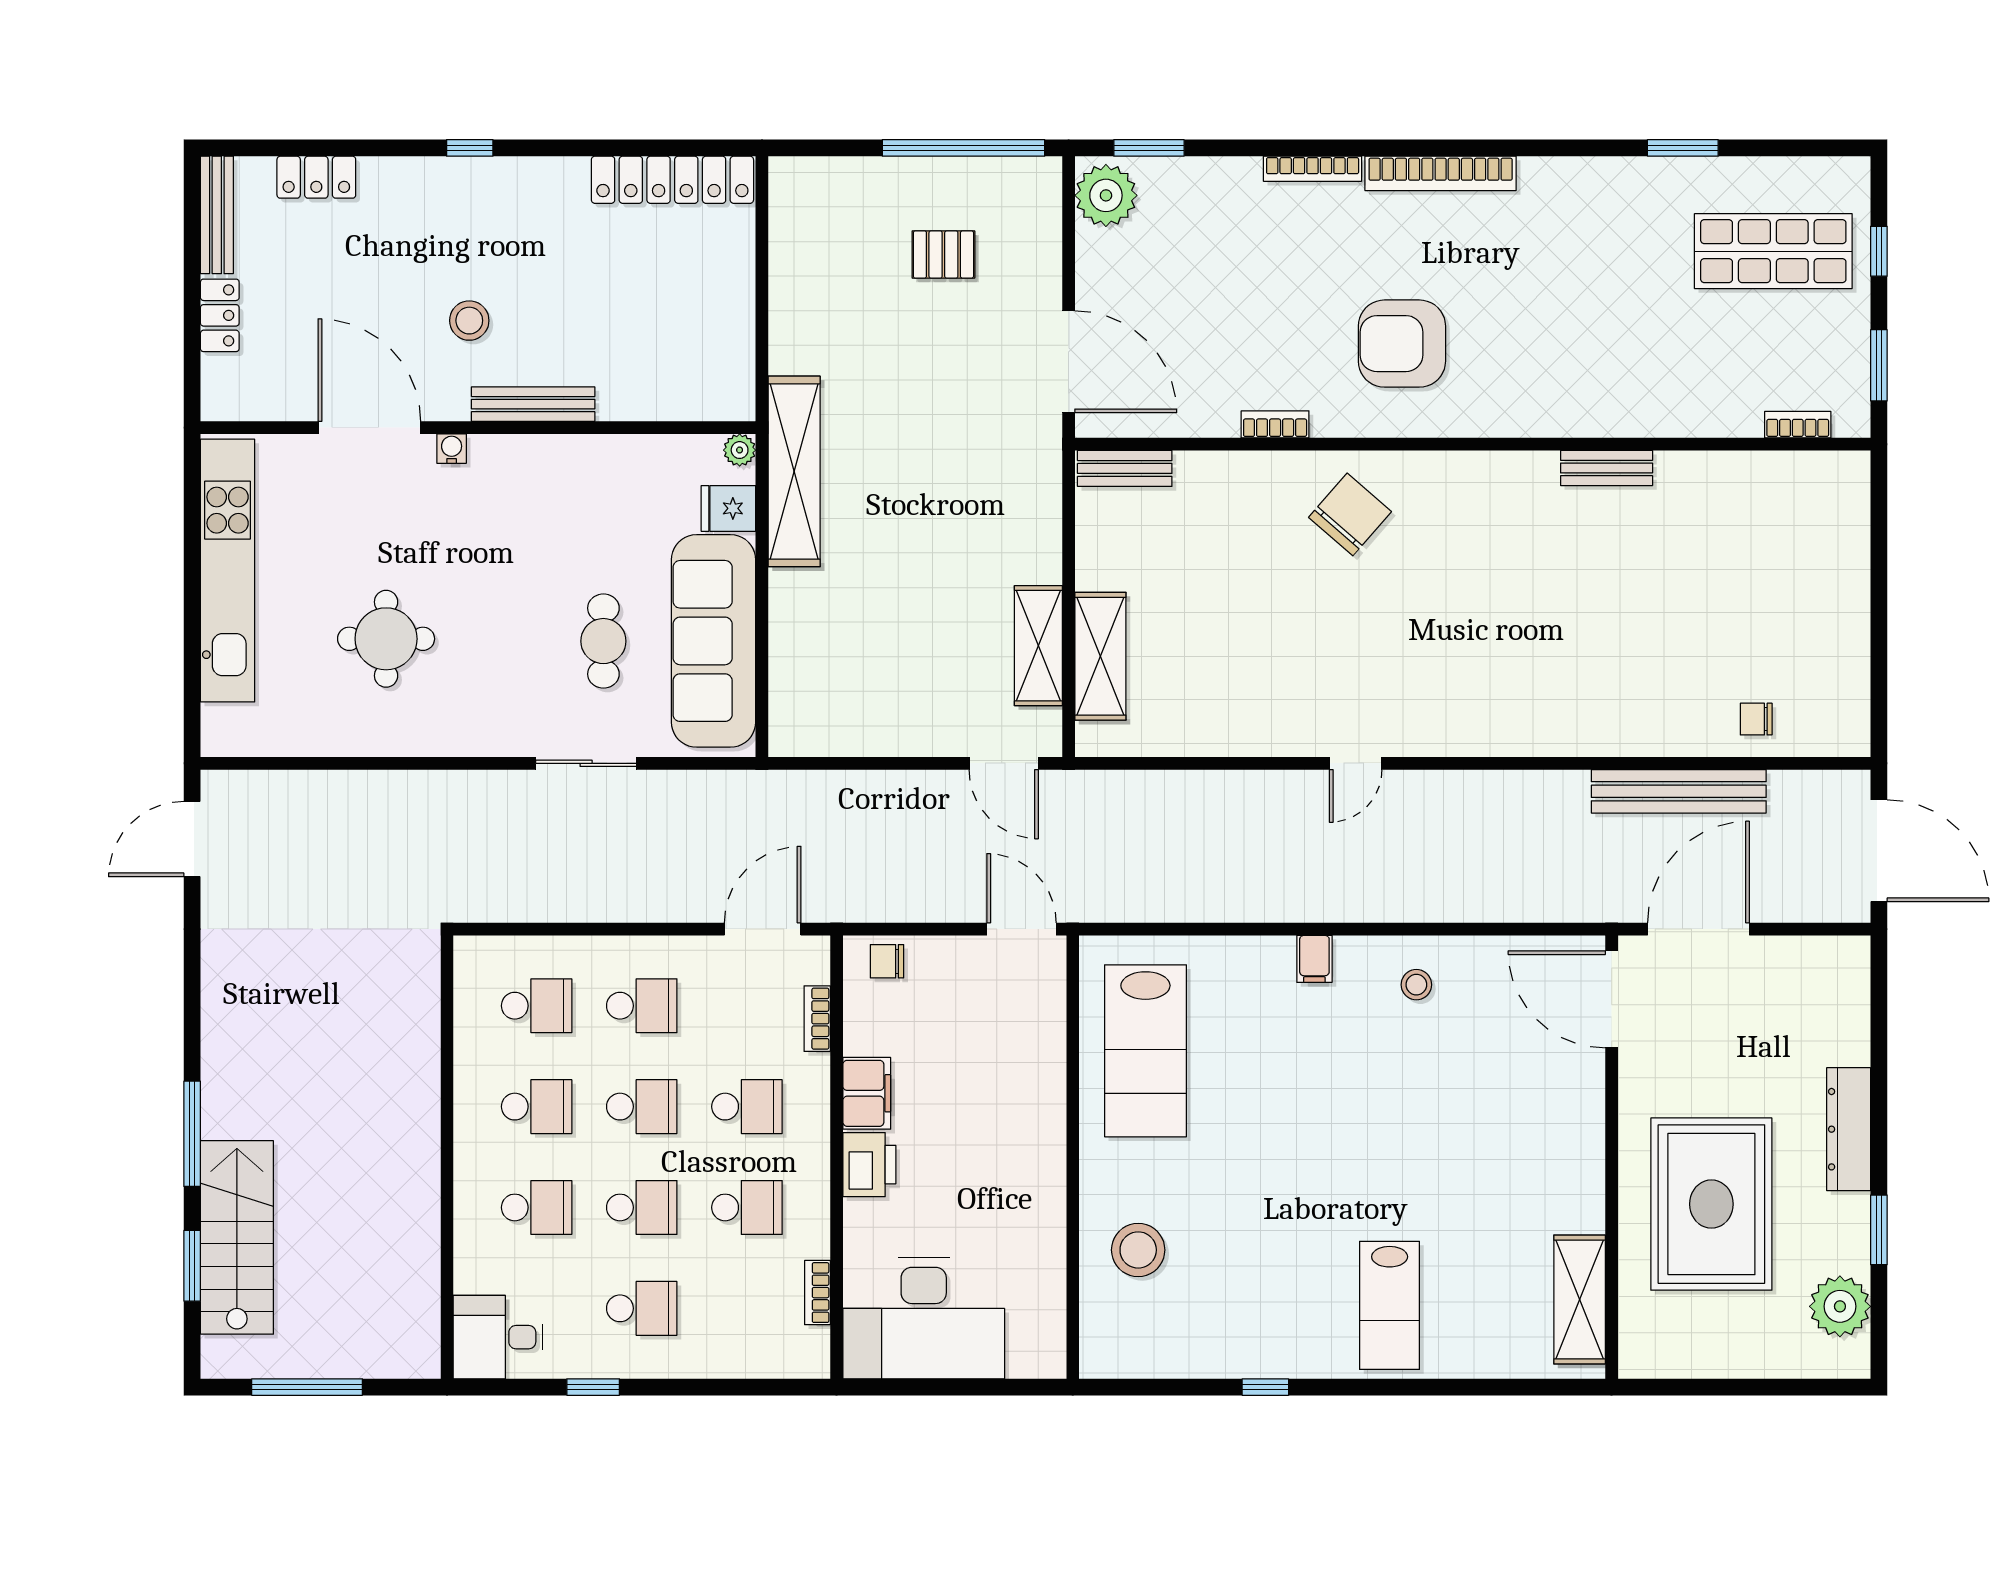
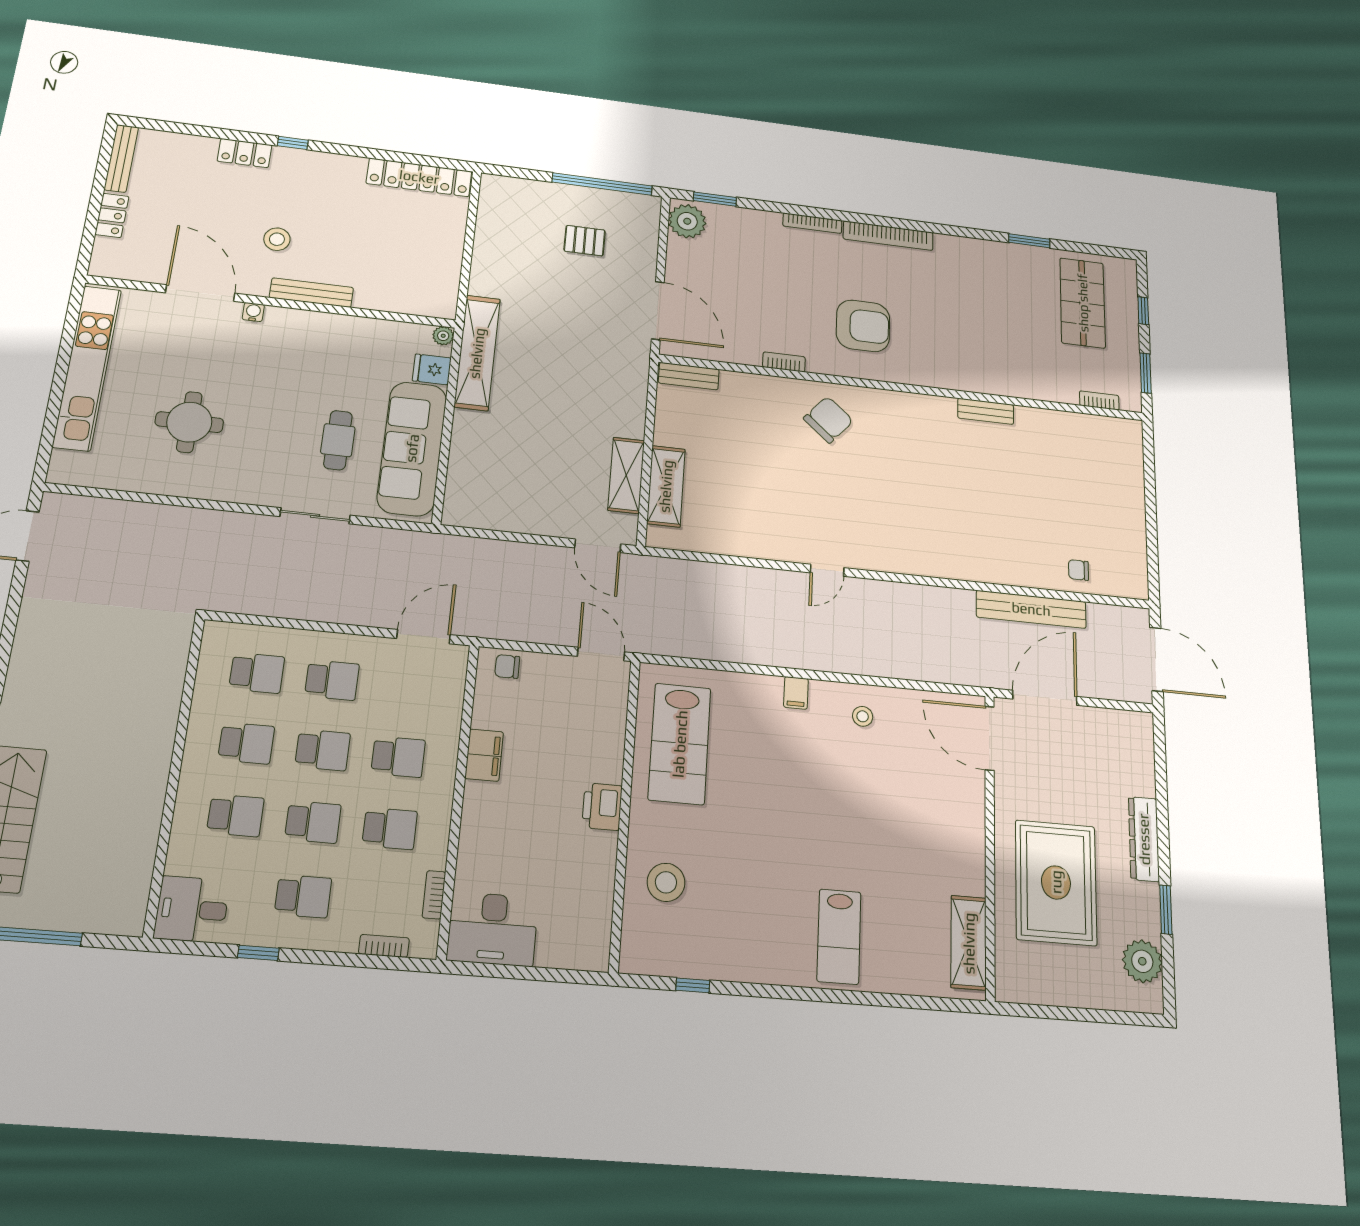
locker: (316, 177) -> (245, 153), moved
shop shelf: (1773, 251) -> (1083, 303), turned 90
armchair: (1402, 344) -> (863, 326), turned 180
bookcase: (817, 1019) -> (384, 946), moved, turned 90
printer: (869, 1165) -> (602, 807), moved, turned 180
desk: (924, 1318) -> (493, 929), width x0.73, depth x0.77
window: (1265, 1387) -> (693, 985), moved

